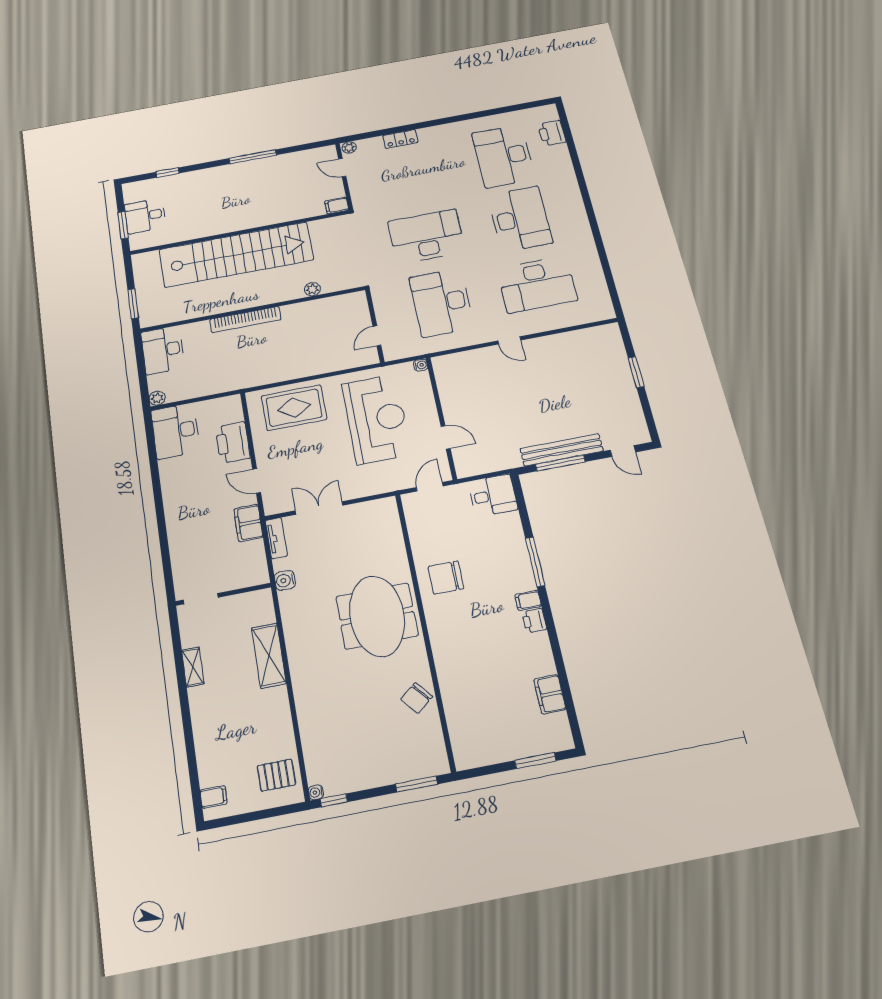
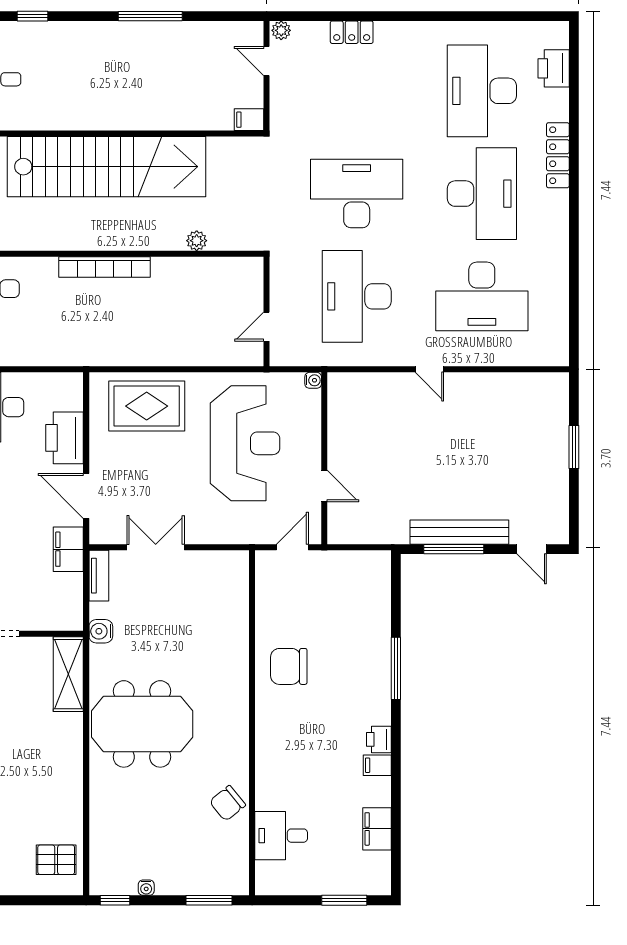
locker: (570, 185) -> (558, 155), added
door: (257, 481) -> (86, 496), width x1.38
desk: (493, 495) -> (281, 836), moved, turned 180
filing cabinet: (528, 600) -> (377, 765), moved
meeting table: (377, 616) -> (142, 724), moved, turned 90
shelving: (269, 656) -> (68, 674), moved
water cooler: (316, 792) -> (146, 888), moved, turned -90

